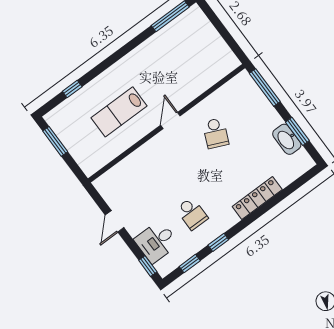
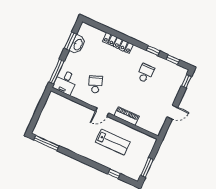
school desk: (216, 133) -> (95, 84), turned -45
piano: (145, 153) -> (127, 116), added
desk: (156, 242) -> (65, 82), moved, turned 90

